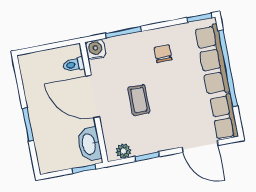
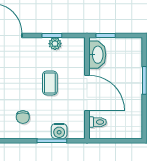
water cooler: (96, 49) -> (59, 131), moved
plant: (123, 151) -> (55, 44), moved

